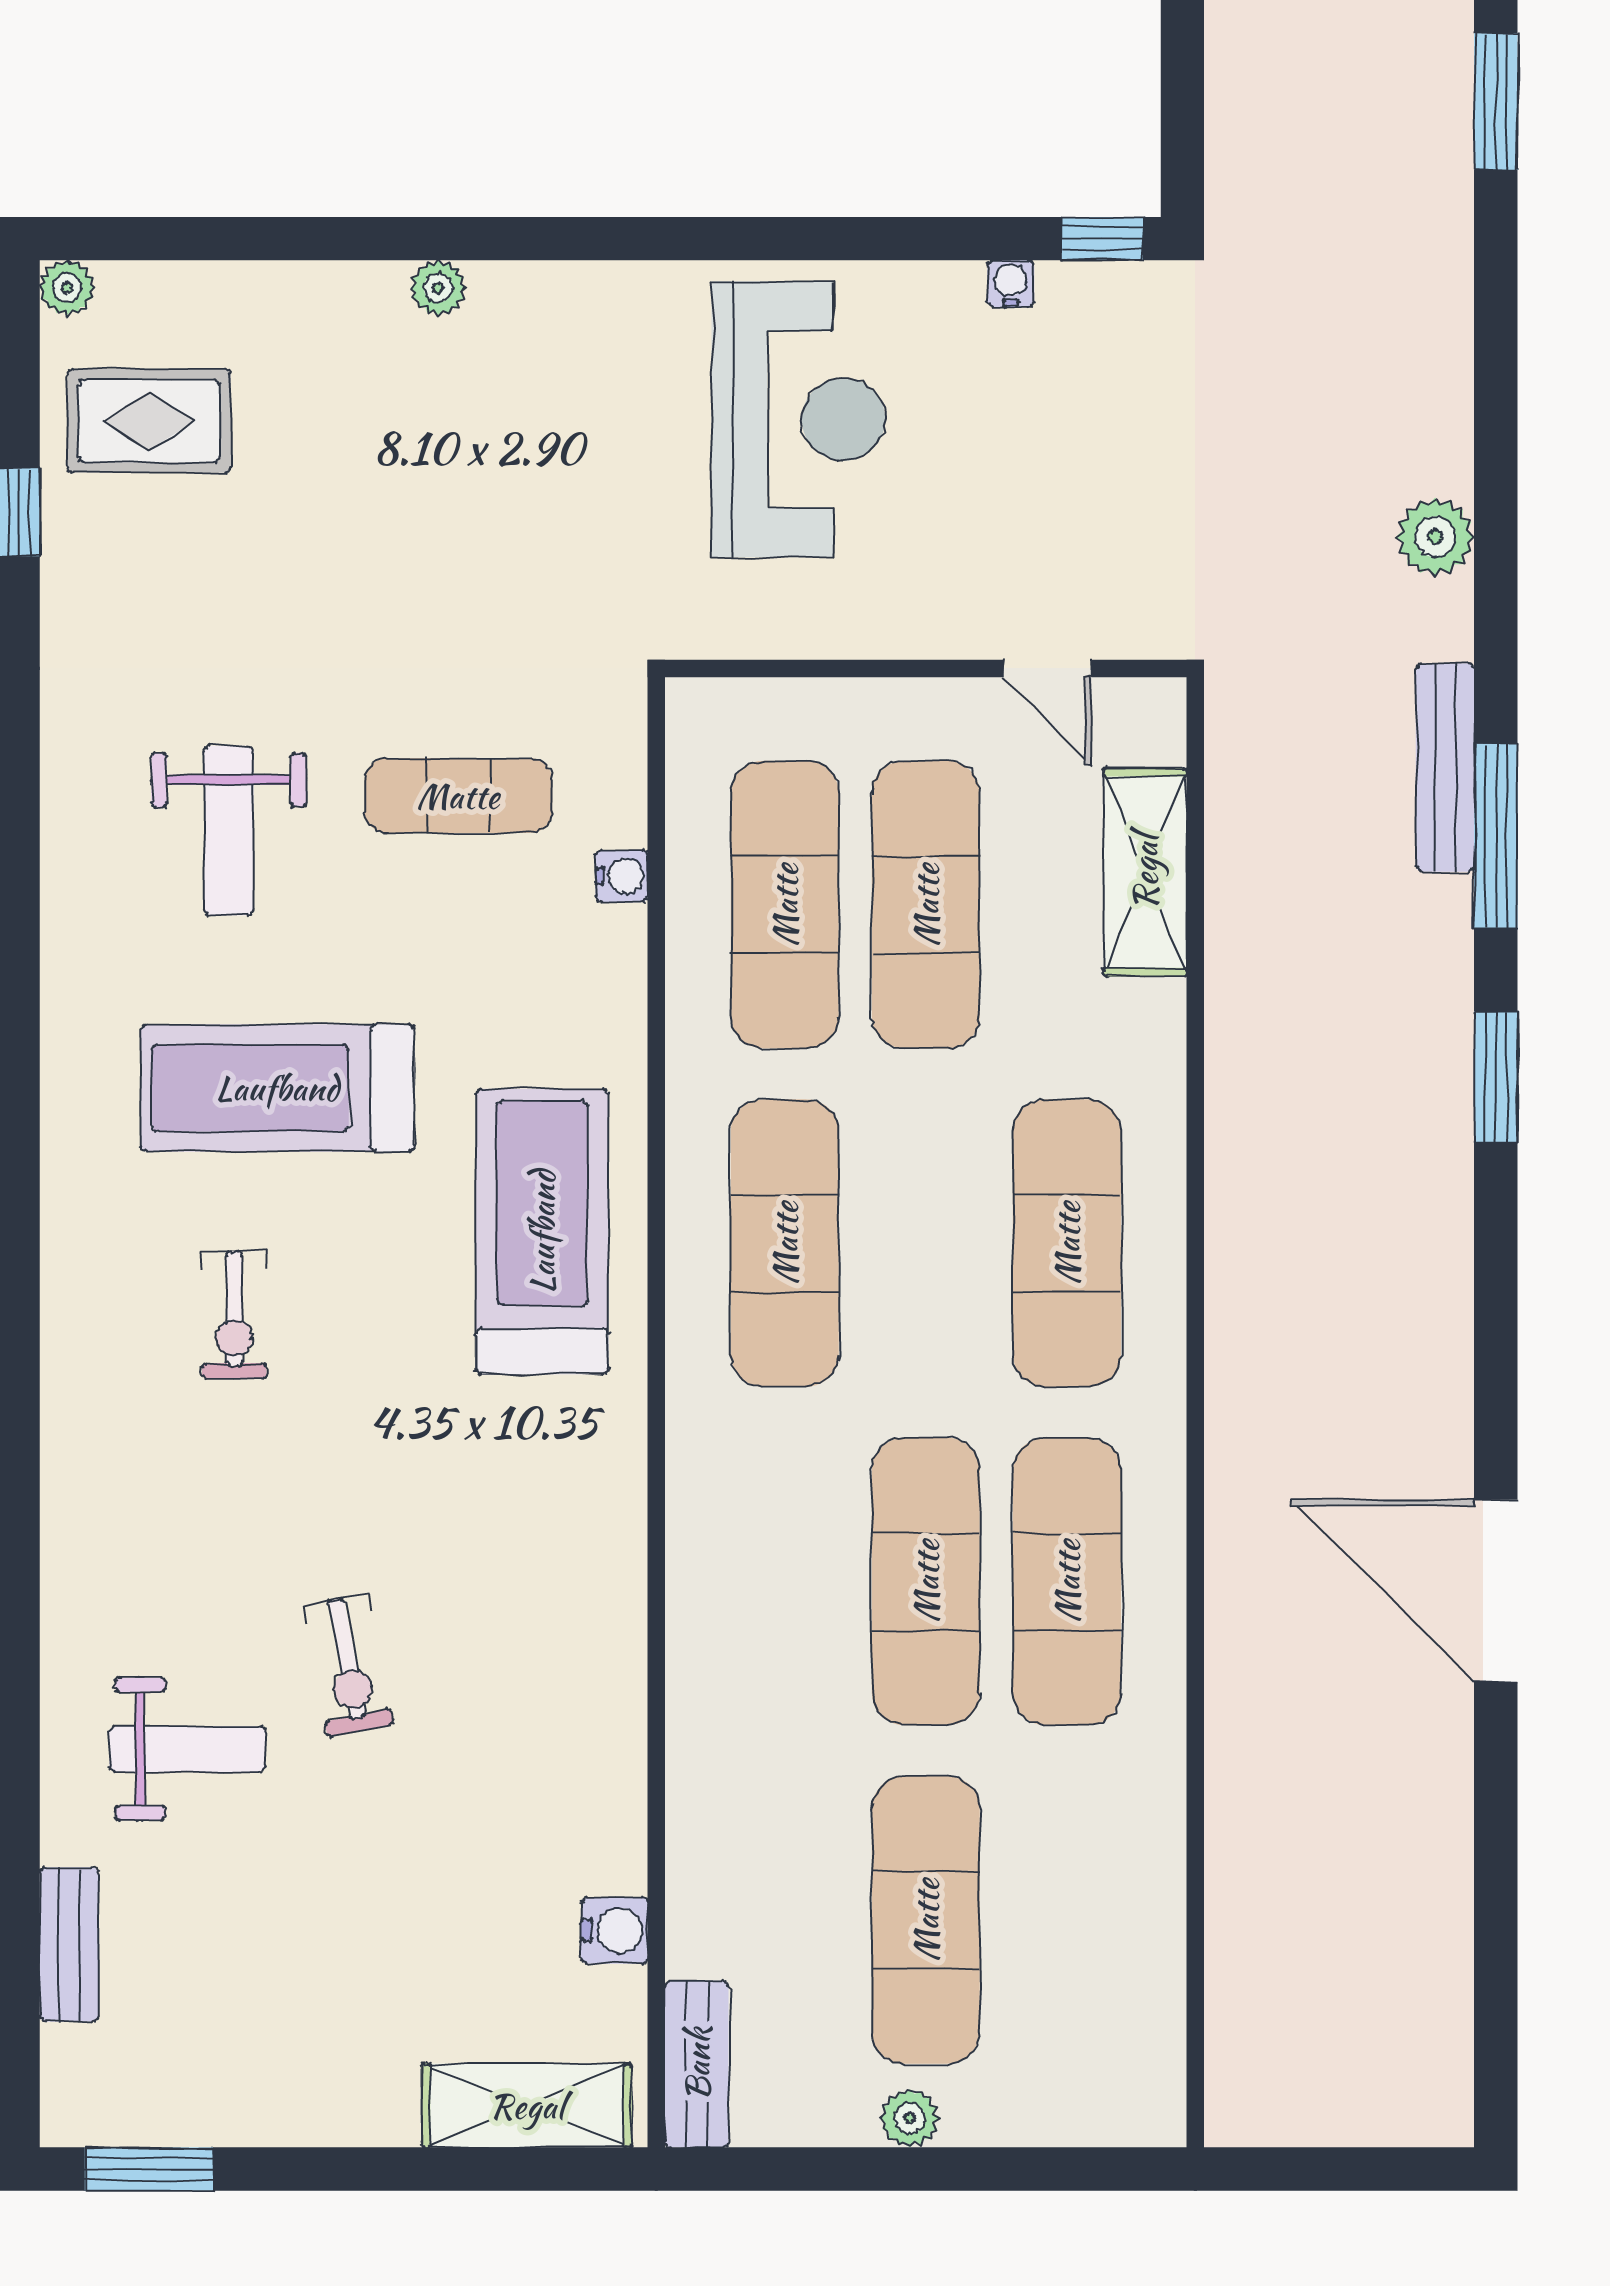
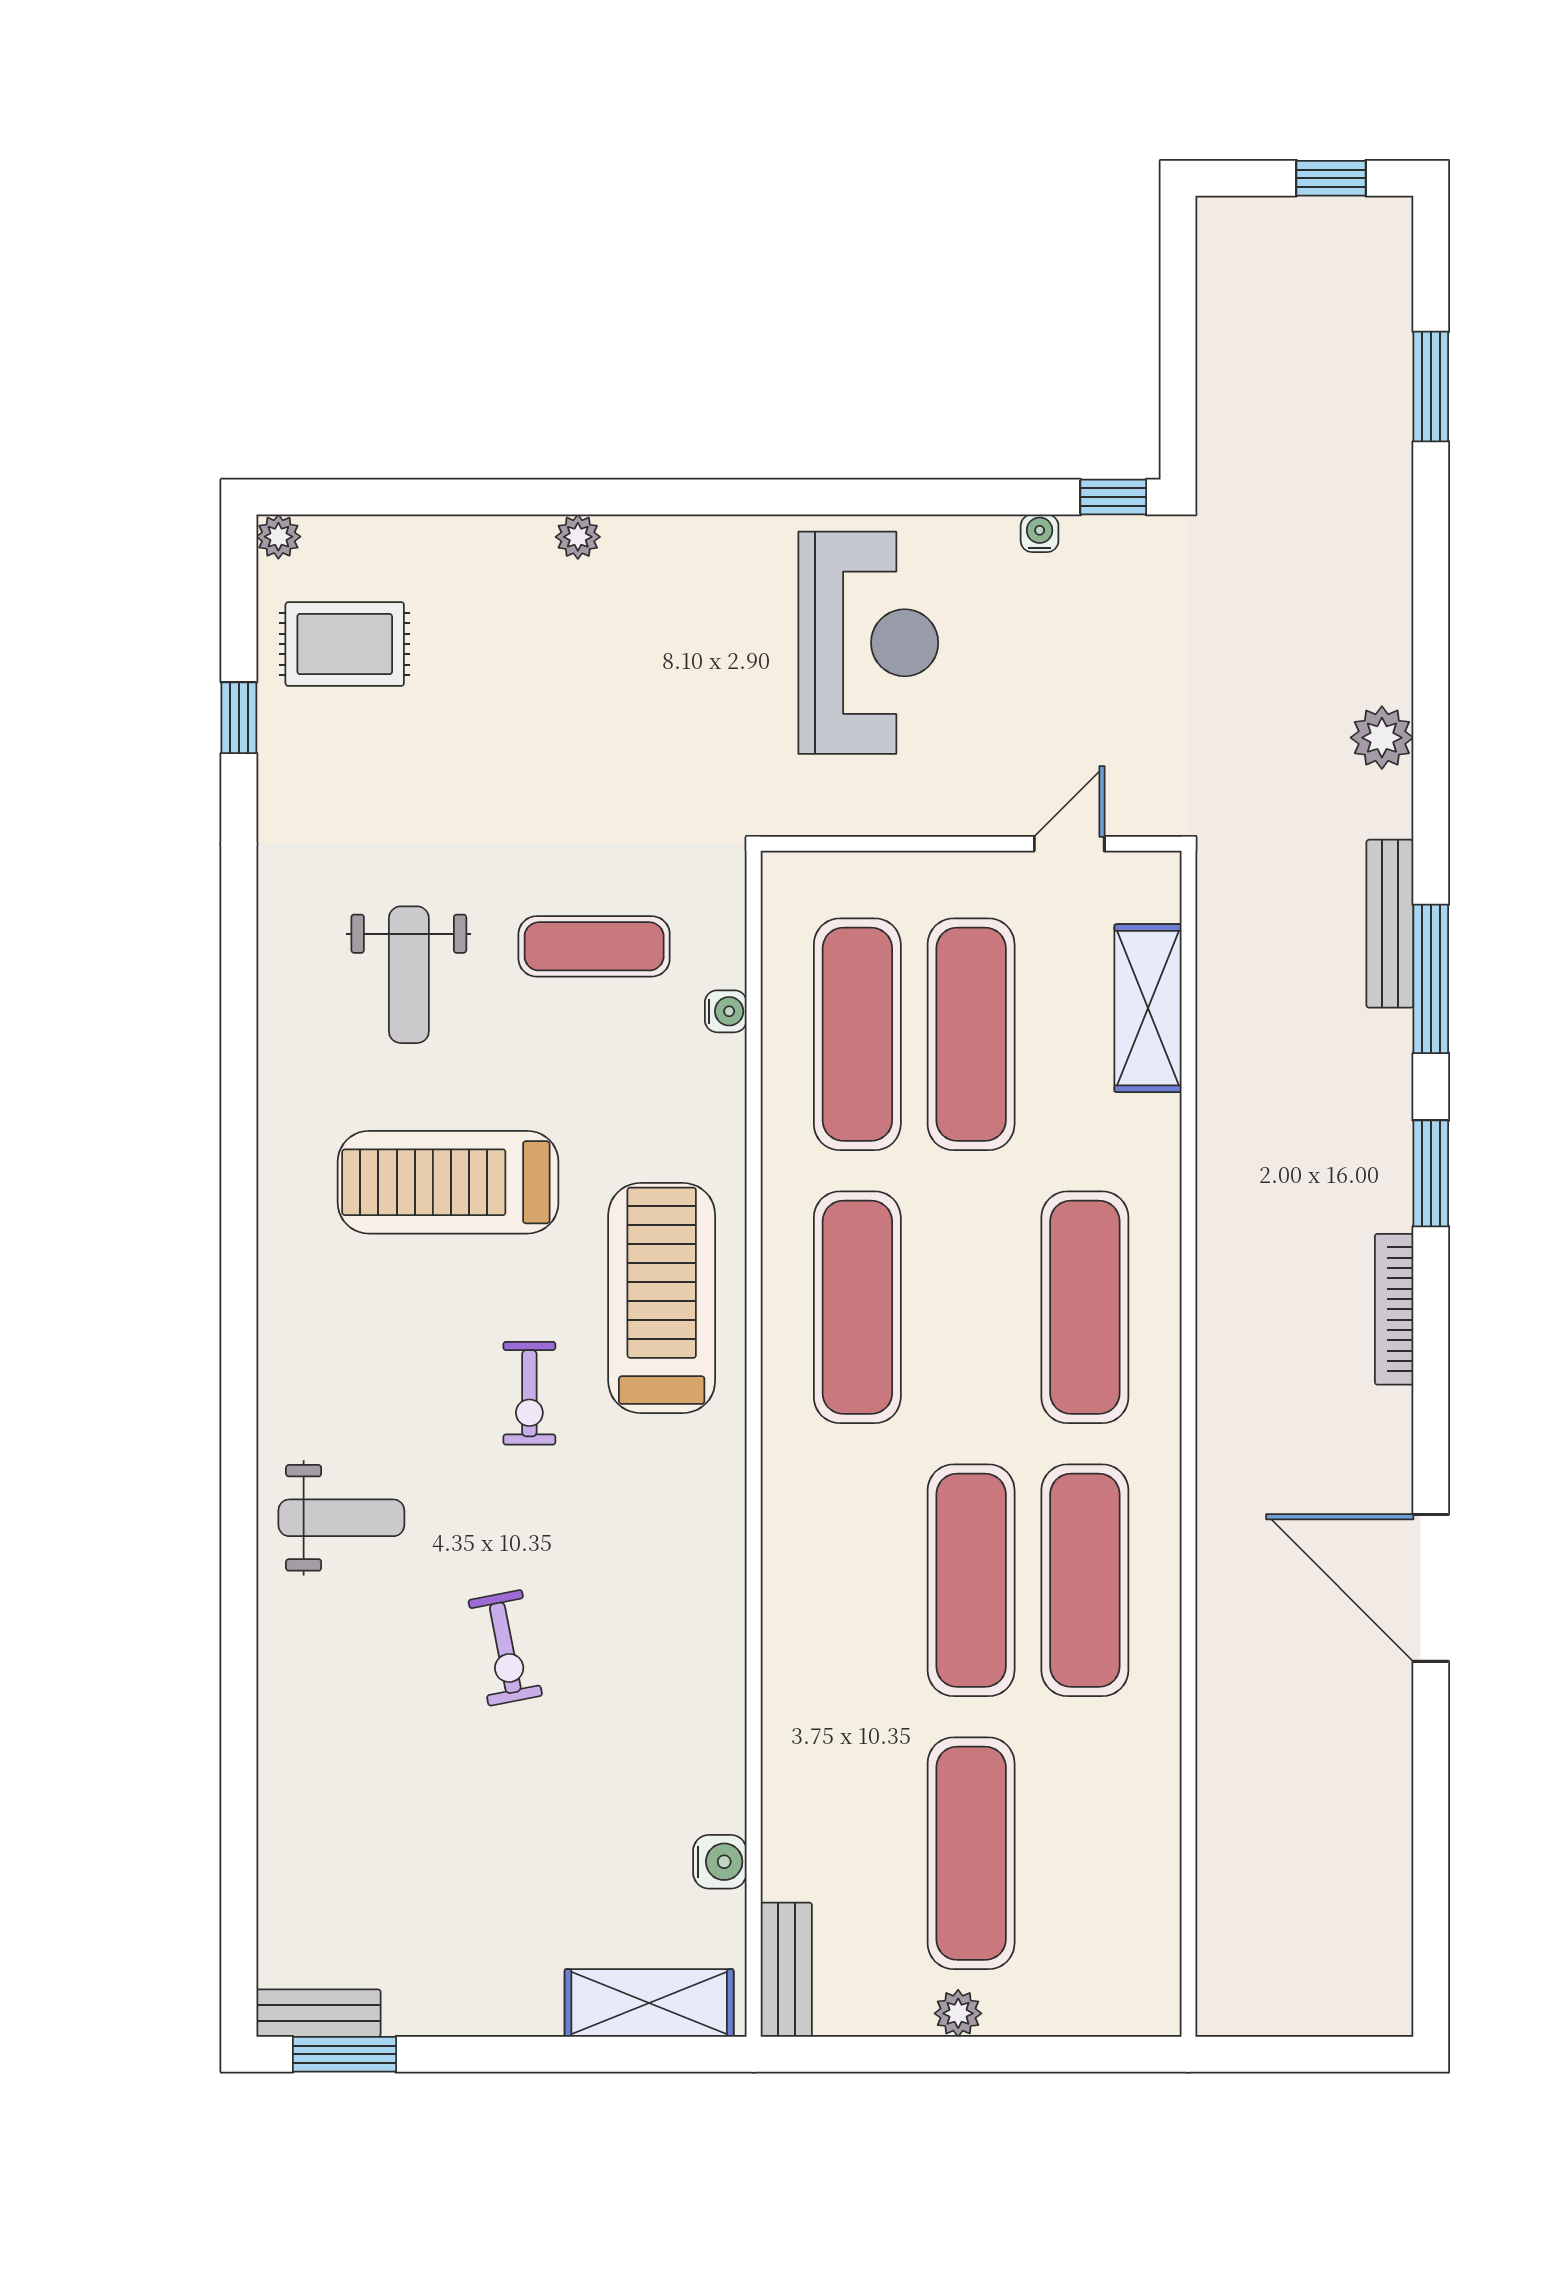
door: (1047, 668) -> (1069, 844), swing flipped
bookcase: (1450, 1245) -> (1394, 1309), added
exercise bike: (234, 1315) -> (529, 1393), moved
weight bench: (187, 1749) -> (341, 1518), moved
bench: (69, 1944) -> (318, 2013), moved, turned 90

